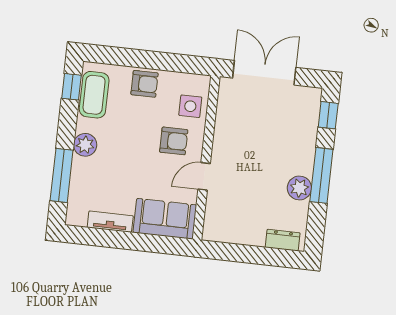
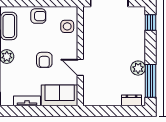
armchair: (174, 141) -> (44, 60), moved, turned 90
window: (321, 175) -> (150, 81), moved
door: (204, 176) -> (80, 67), hinge flipped

